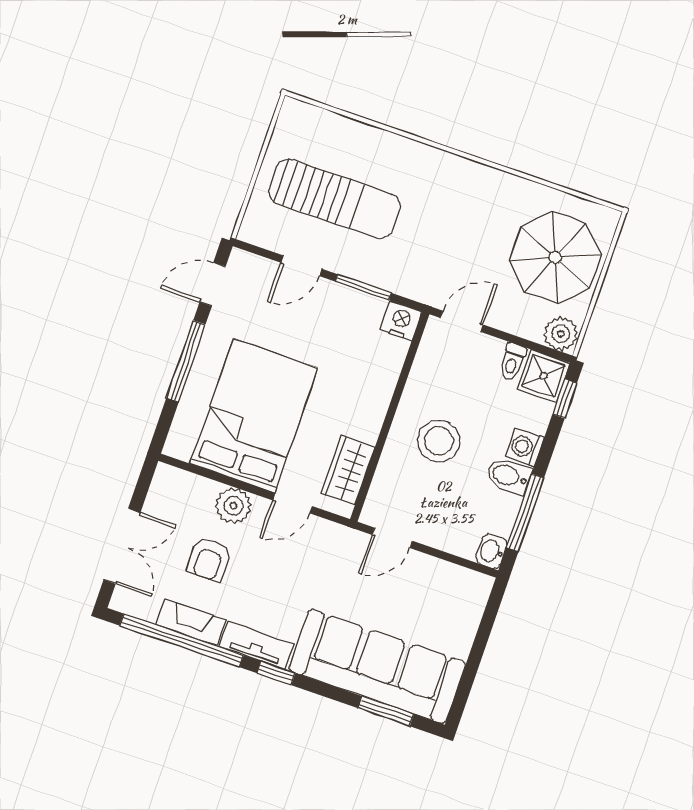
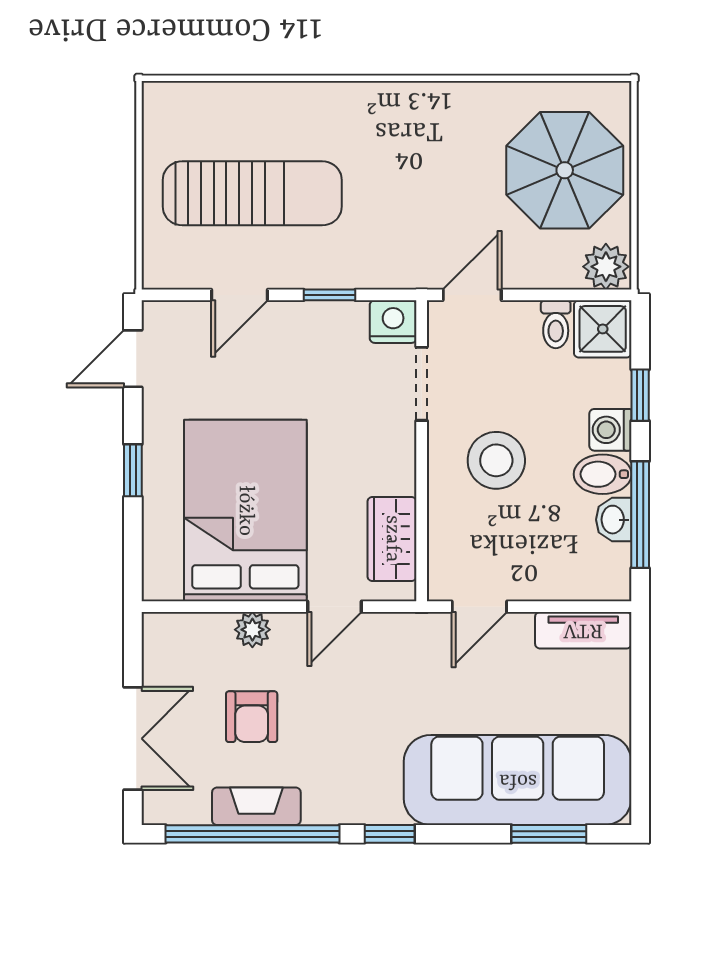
window: (363, 287) -> (330, 295), width x0.67
window: (186, 361) -> (133, 470), width x0.46
doorway: (406, 370) -> (422, 384), added
window: (565, 399) -> (640, 395), moved
plant: (233, 506) -> (252, 630), width x0.73, depth x0.73
washbasin: (491, 551) -> (614, 520), moved
tv unit: (257, 645) -> (583, 630), moved, turned 180

